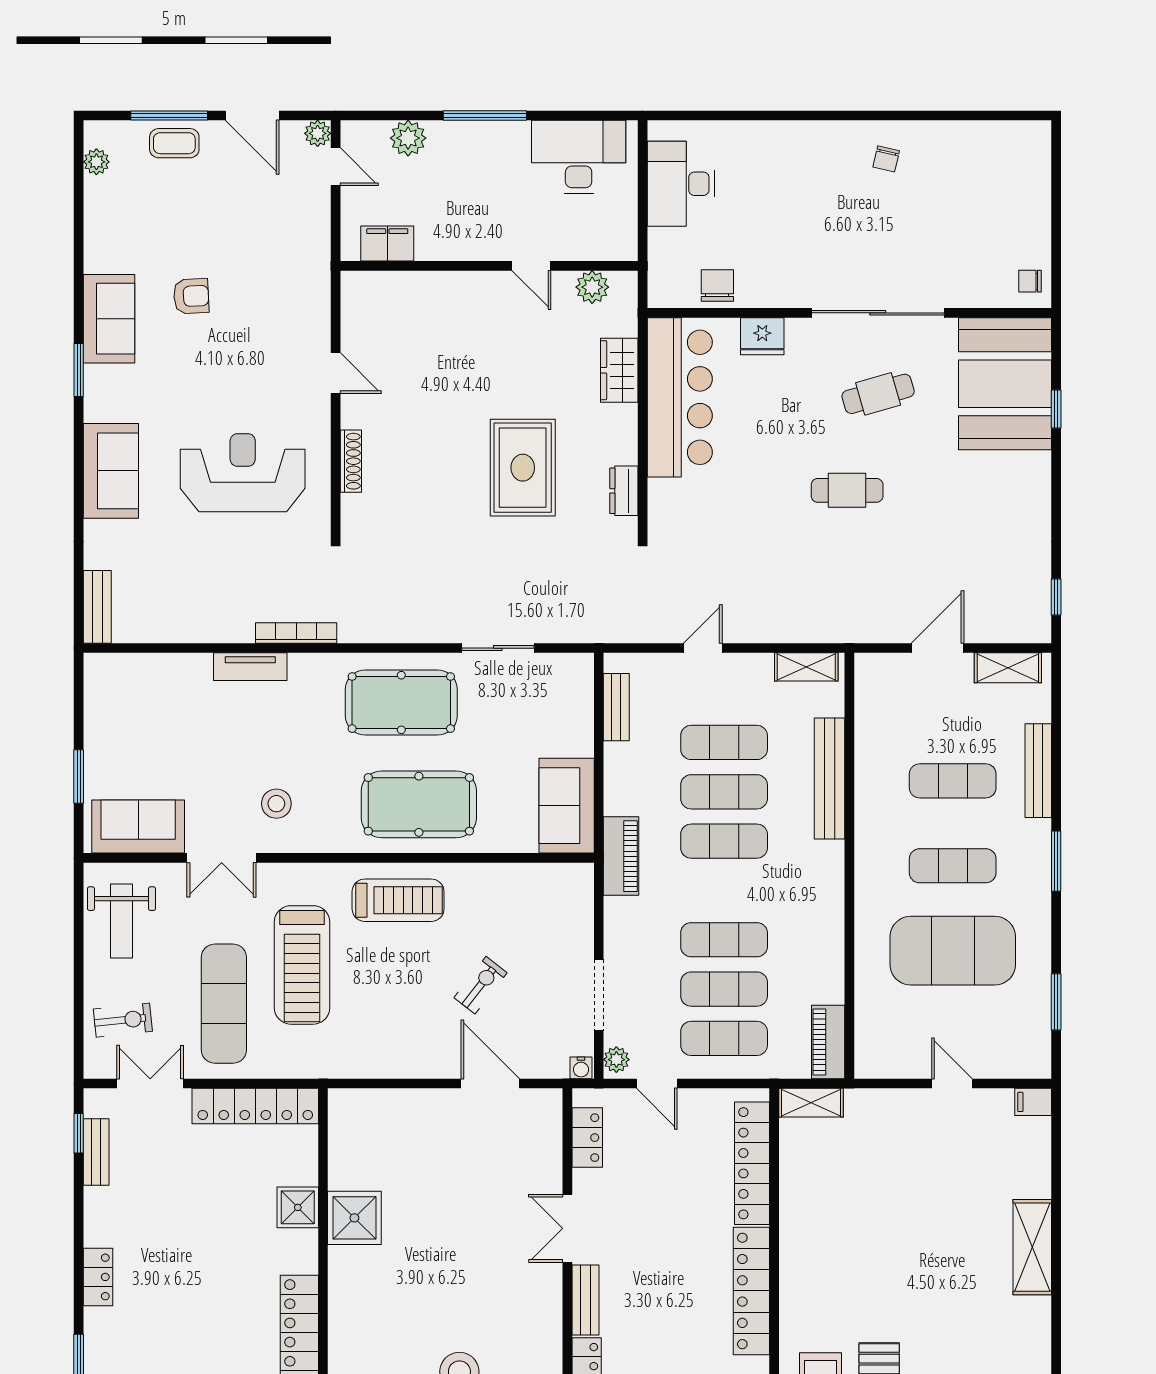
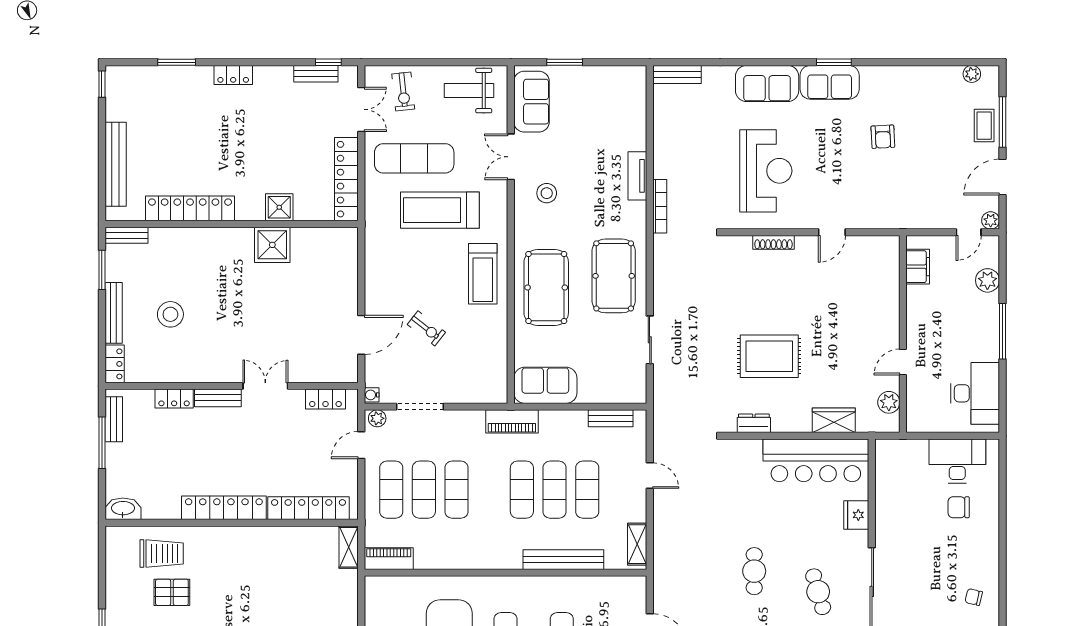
chair: (717, 286) -> (959, 507), moved, turned 180
sofa: (109, 319) -> (830, 82), moved

